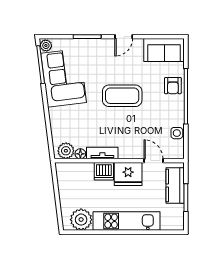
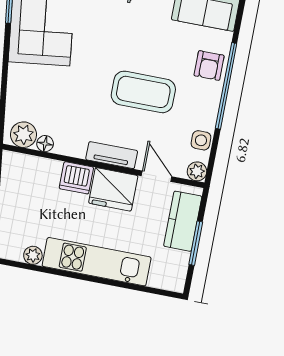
coffee table: (122, 96) -> (143, 92), moved
tv unit: (102, 153) -> (112, 155), moved
plant: (178, 153) -> (197, 171), added
plant: (81, 220) -> (33, 255), width x0.53, depth x0.53

